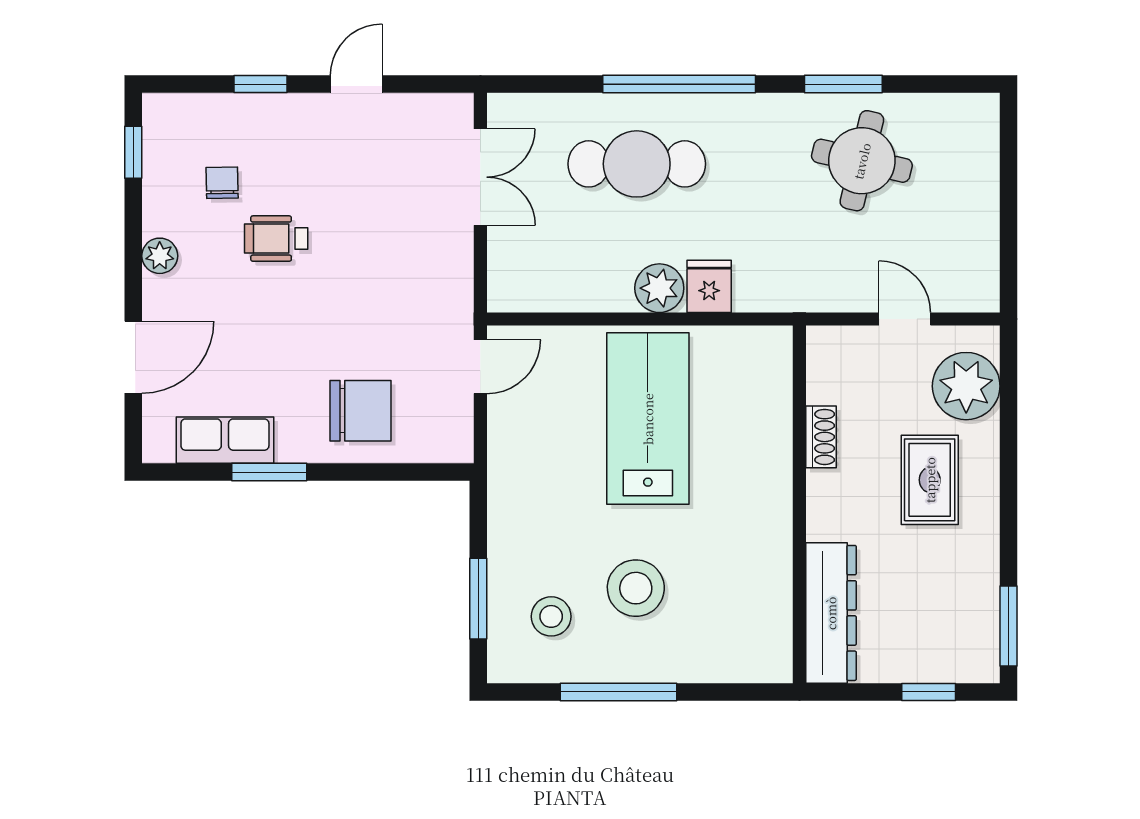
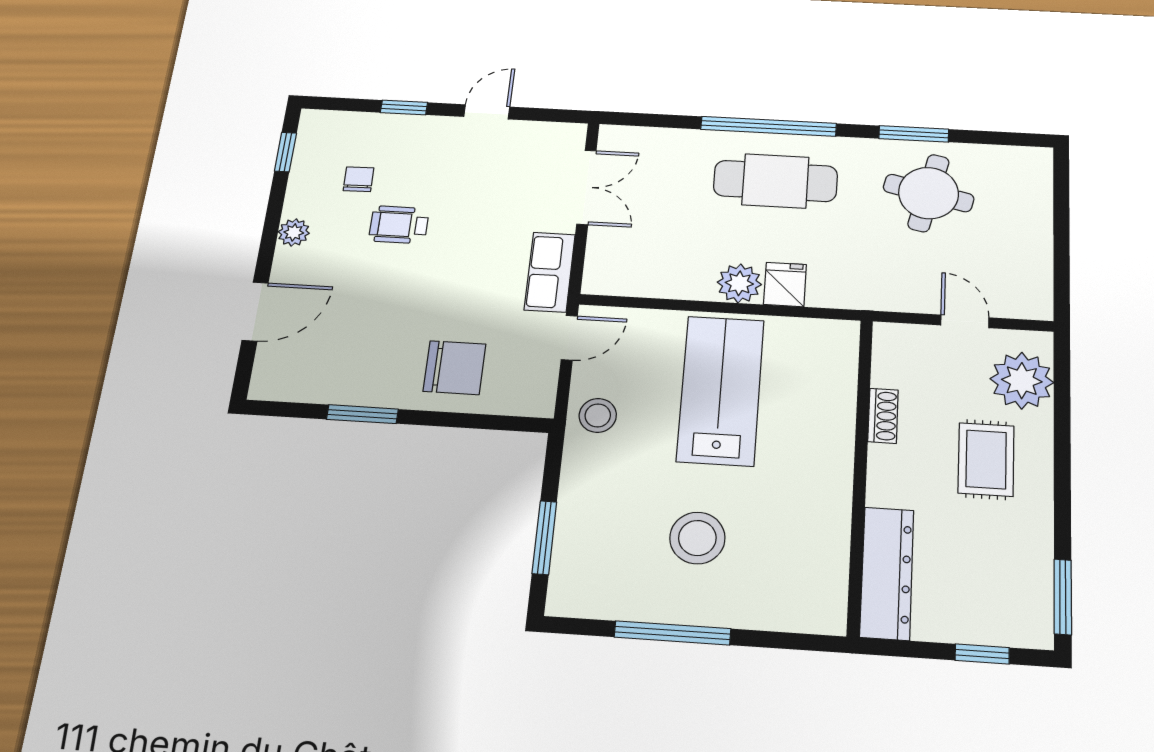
cafe table: (637, 164) -> (775, 181), moved
row of seats: (225, 440) -> (550, 272), moved, turned -90
stool: (551, 616) -> (598, 415), moved

